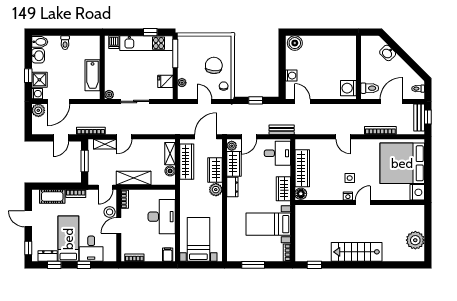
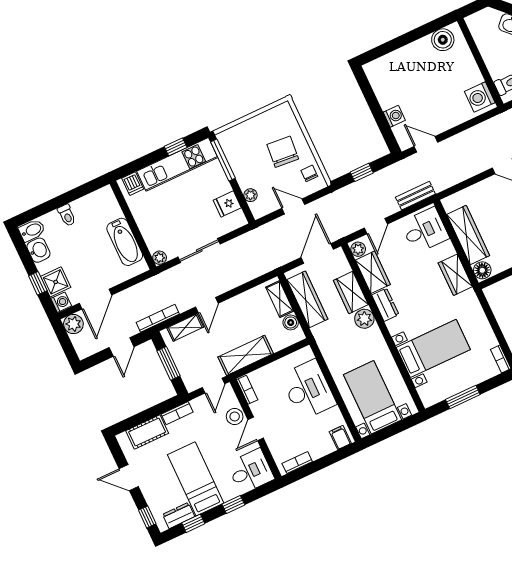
boiler: (295, 43) -> (443, 40), moved
bed with nightstands: (268, 224) -> (433, 348), moved, turned 180
desk: (91, 249) -> (251, 471), moved, turned -90

